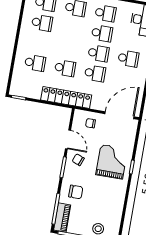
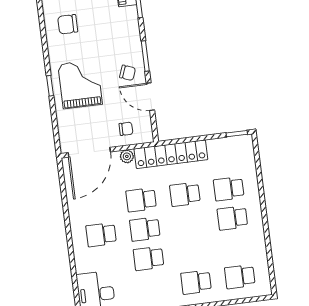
school desk: (105, 13) -> (152, 288), removed
school desk: (42, 23) -> (232, 218), moved
plant: (96, 105) -> (127, 156), added
grand piano: (112, 162) -> (80, 84), turned 180
chair: (76, 192) -> (68, 24), moved

